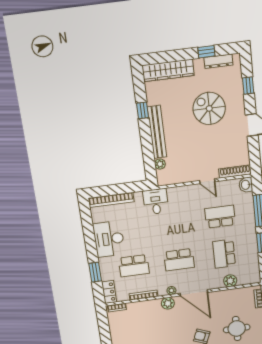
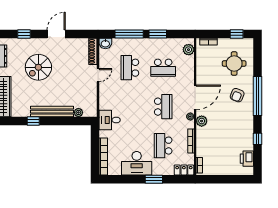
school desk: (134, 266) -> (163, 146), turned 180
window: (95, 272) -> (154, 179), moved
plant: (230, 281) -> (189, 50), moved

